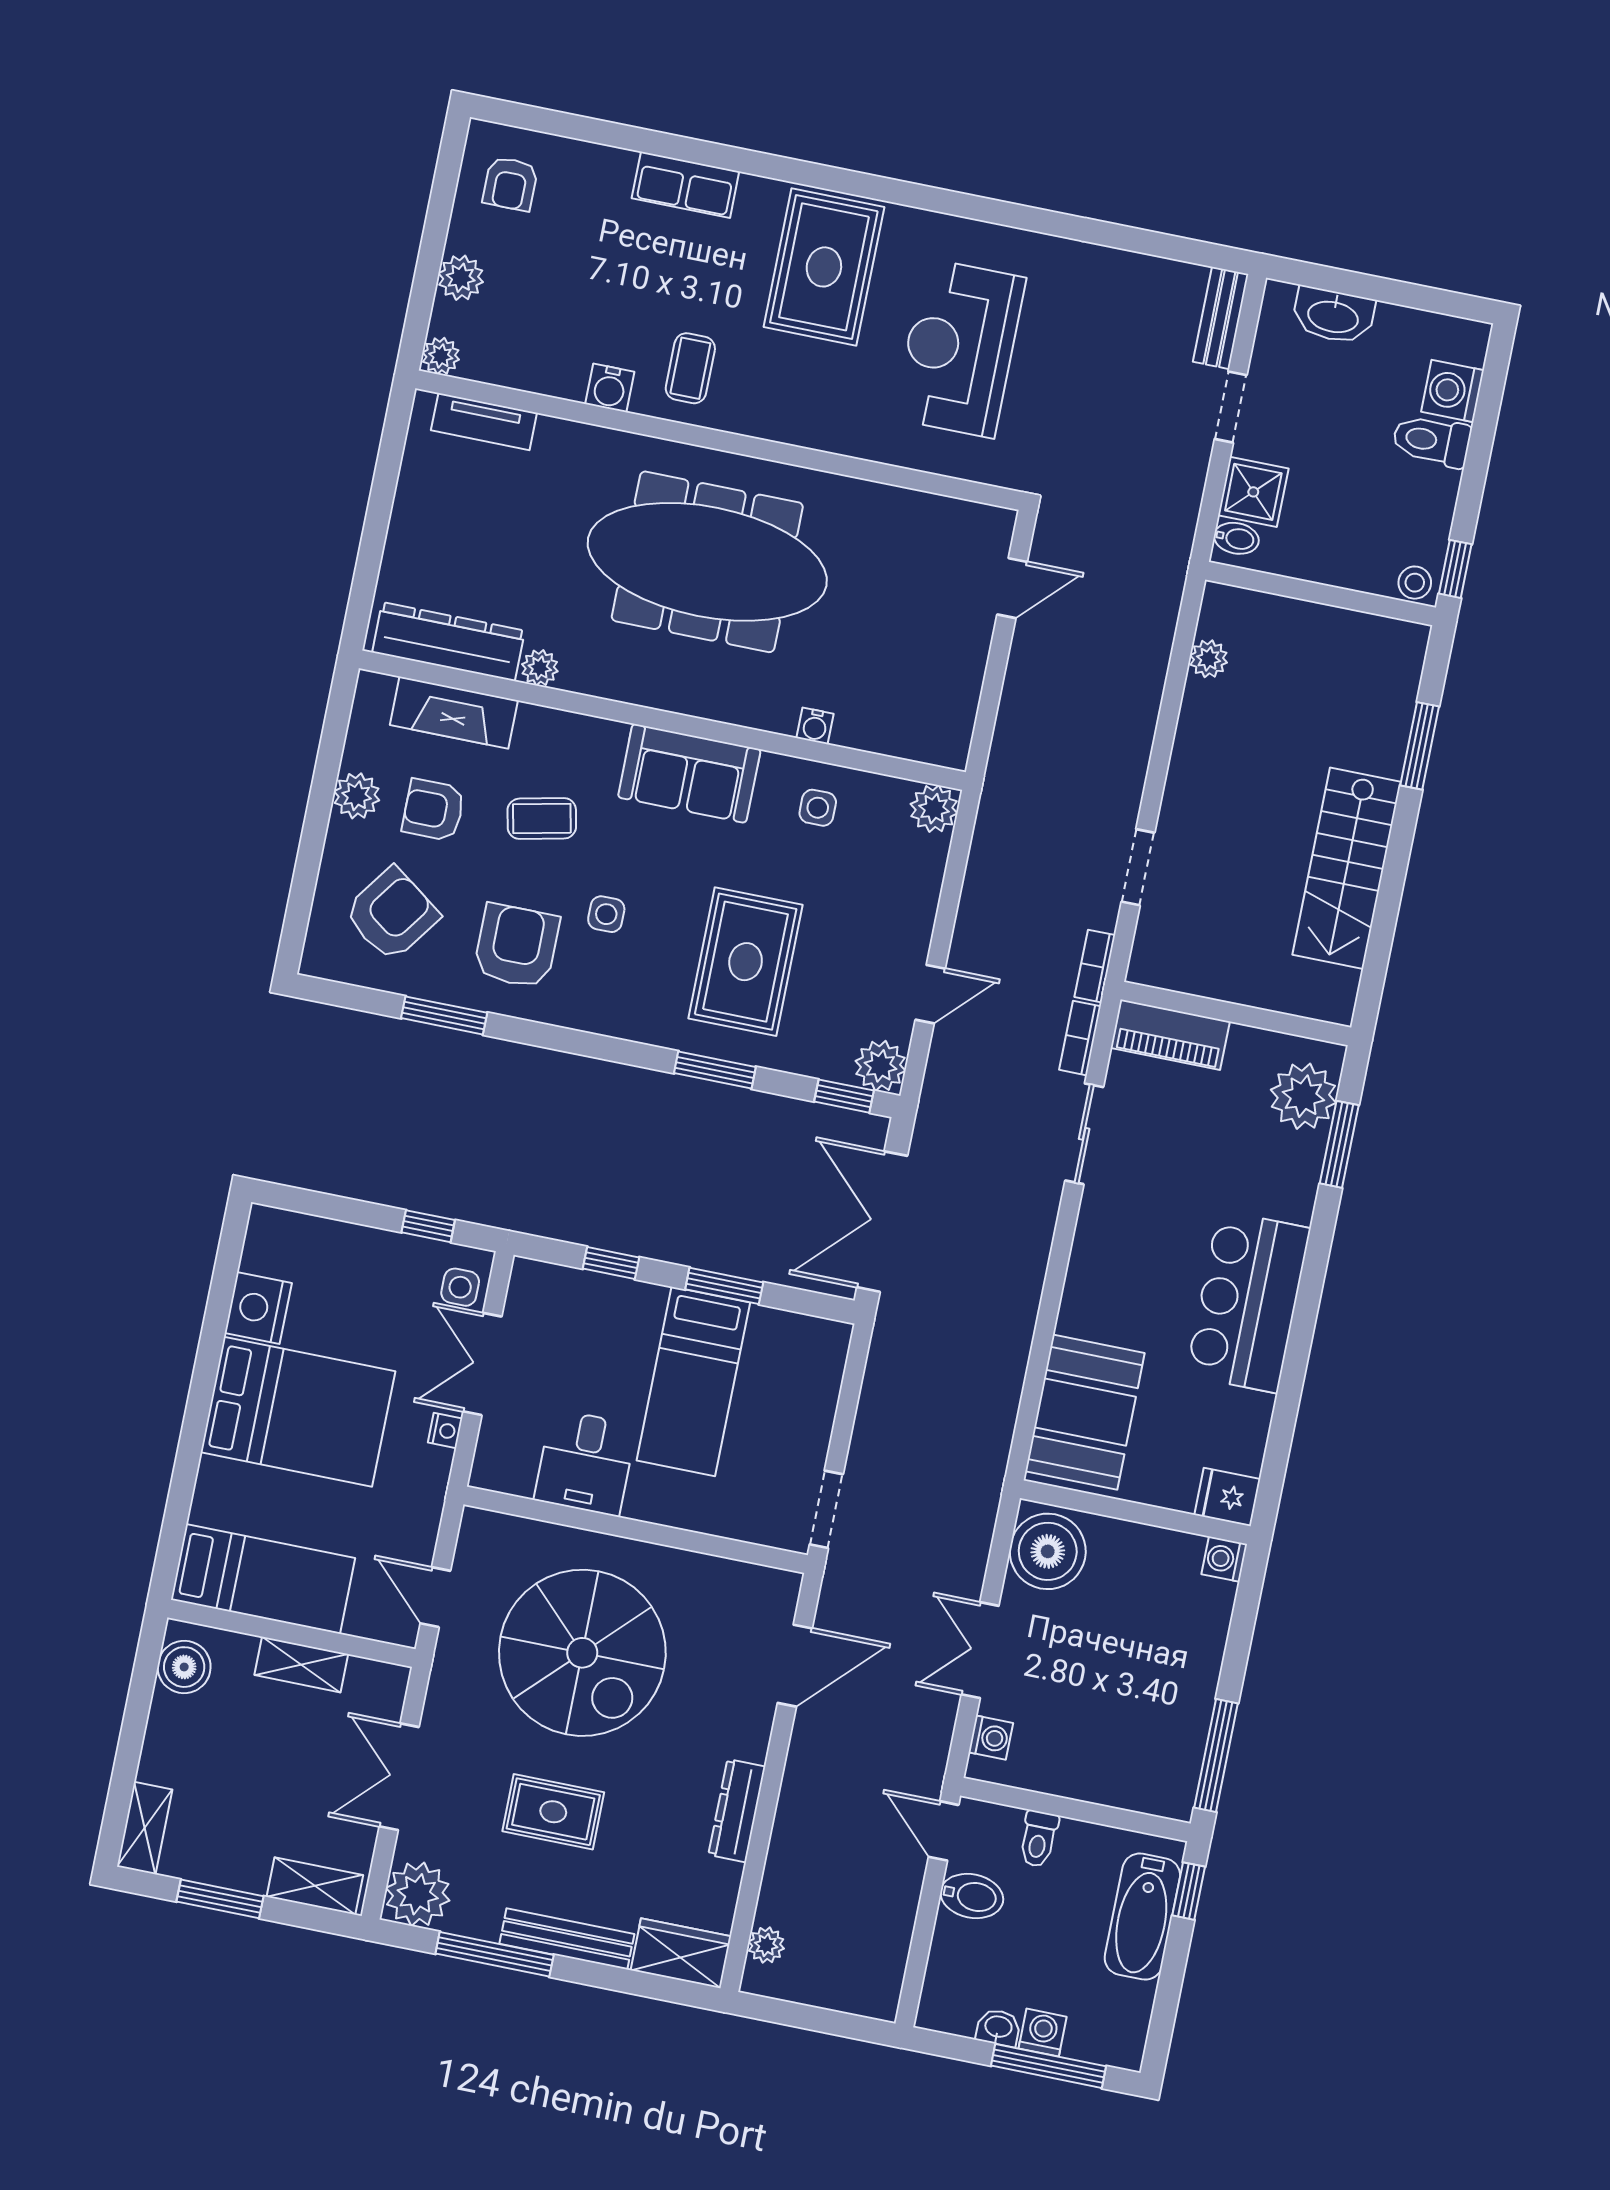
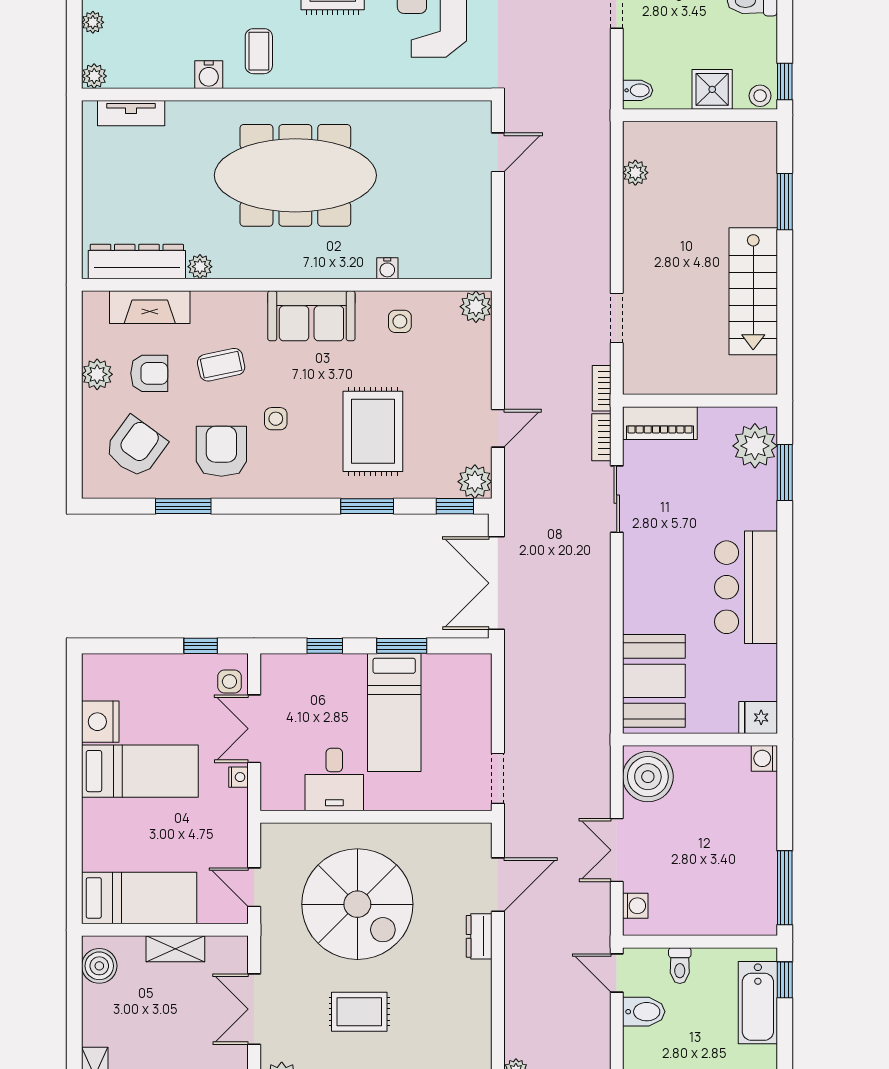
plant: (461, 278) -> (93, 22), width x0.73, depth x0.73
shower: (1253, 492) -> (712, 89), moved
armchair: (433, 810) -> (149, 373), turned 180
bed: (298, 1412) -> (140, 771), width x0.67
dresser: (737, 1811) -> (479, 936), moved, width x0.70

